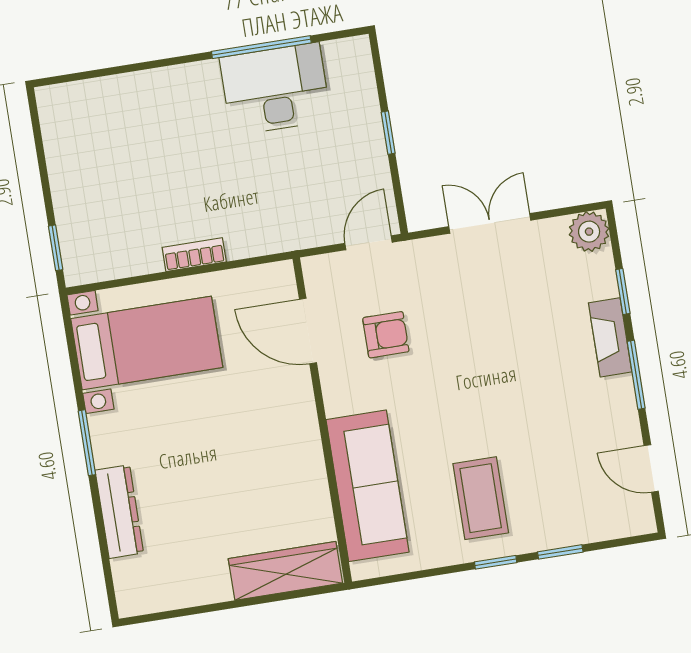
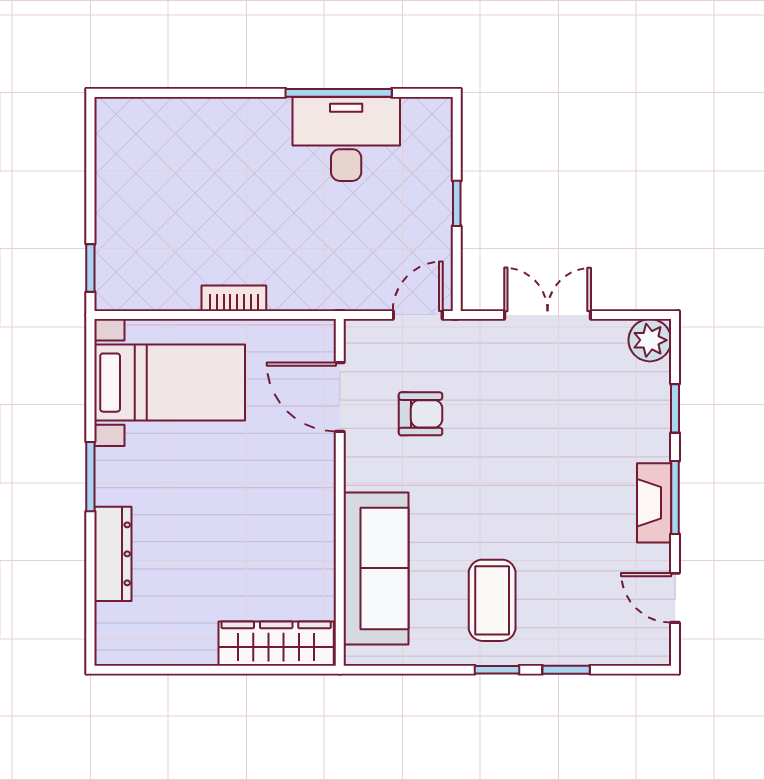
fireplace: (610, 337) -> (654, 503), moved

